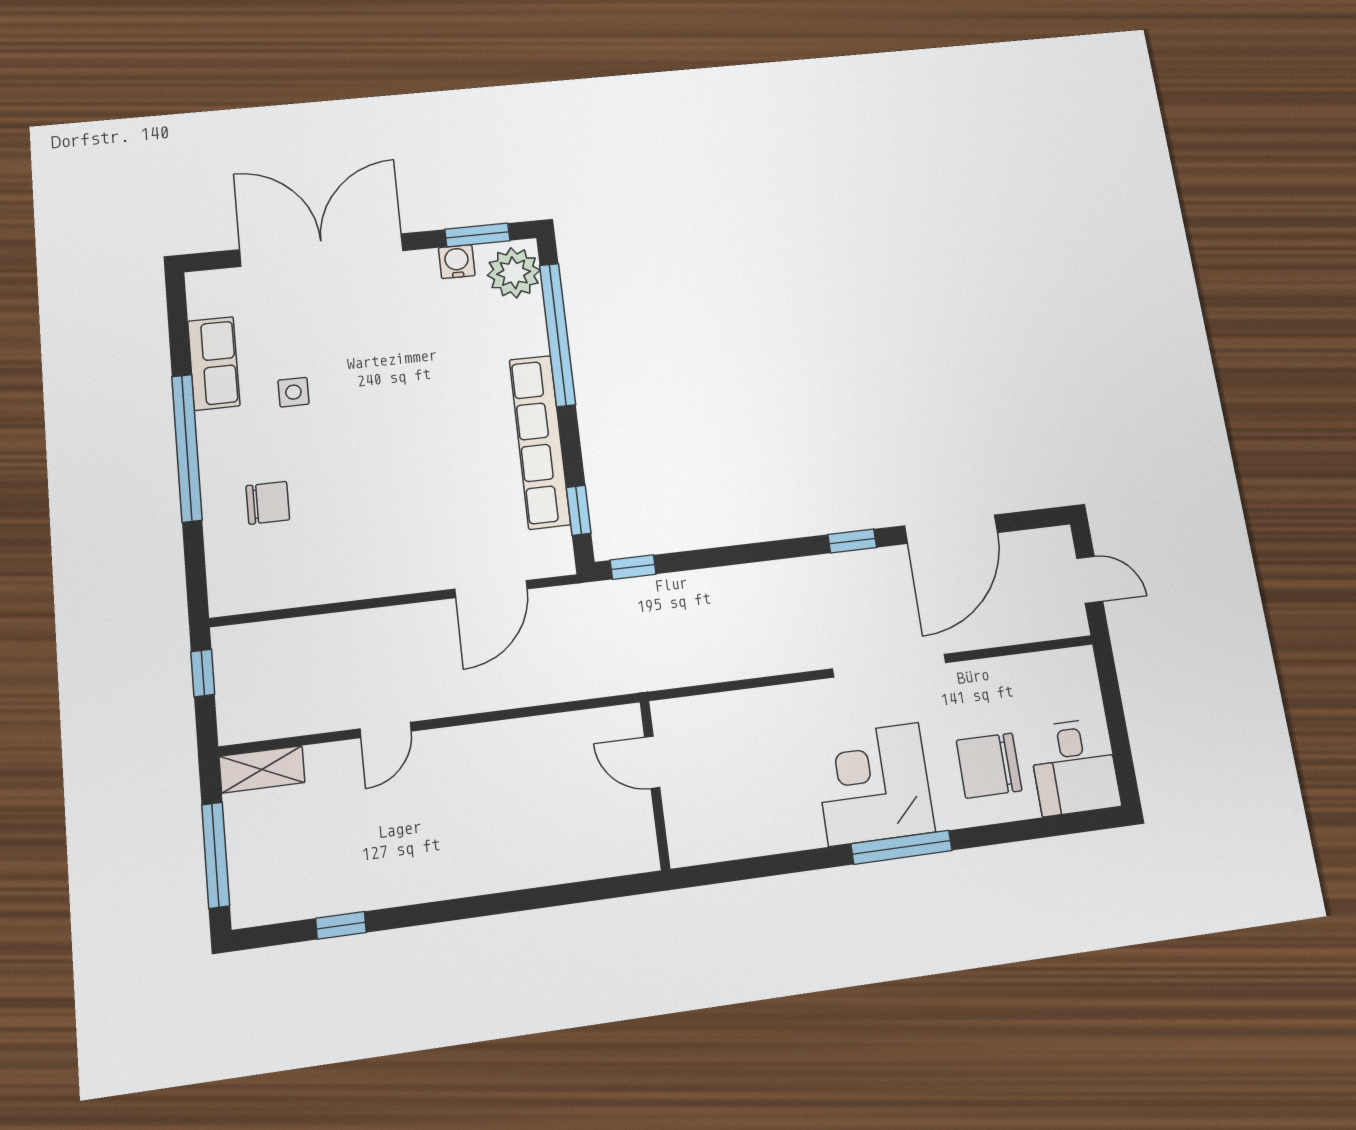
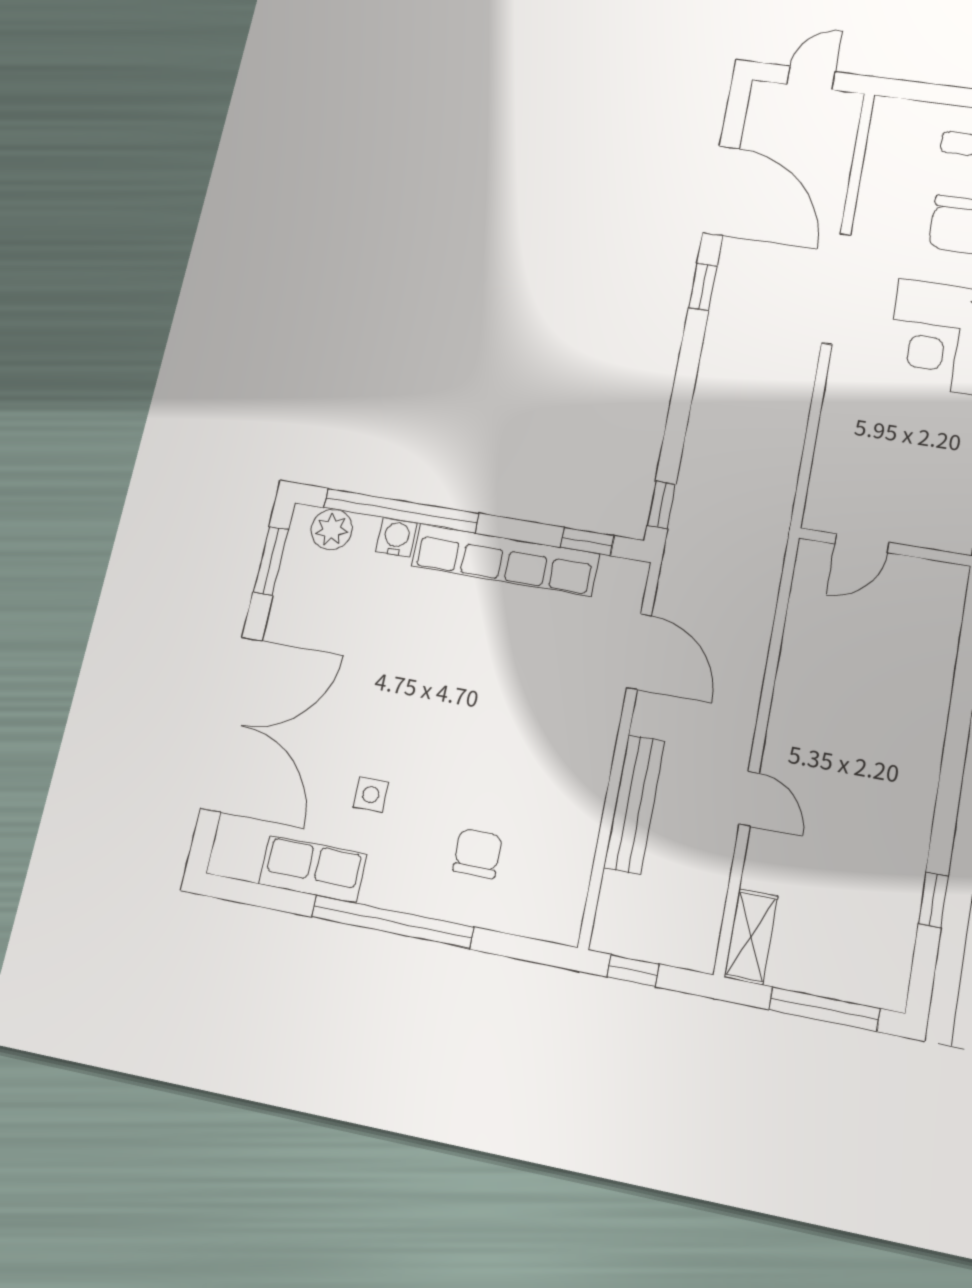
double door: (322, 250) -> (232, 724), swing flipped
water cooler: (457, 262) -> (396, 537), moved, turned 90
plant: (514, 273) -> (332, 530), width x0.73, depth x0.73
bench: (351, 628) -> (634, 804), added

